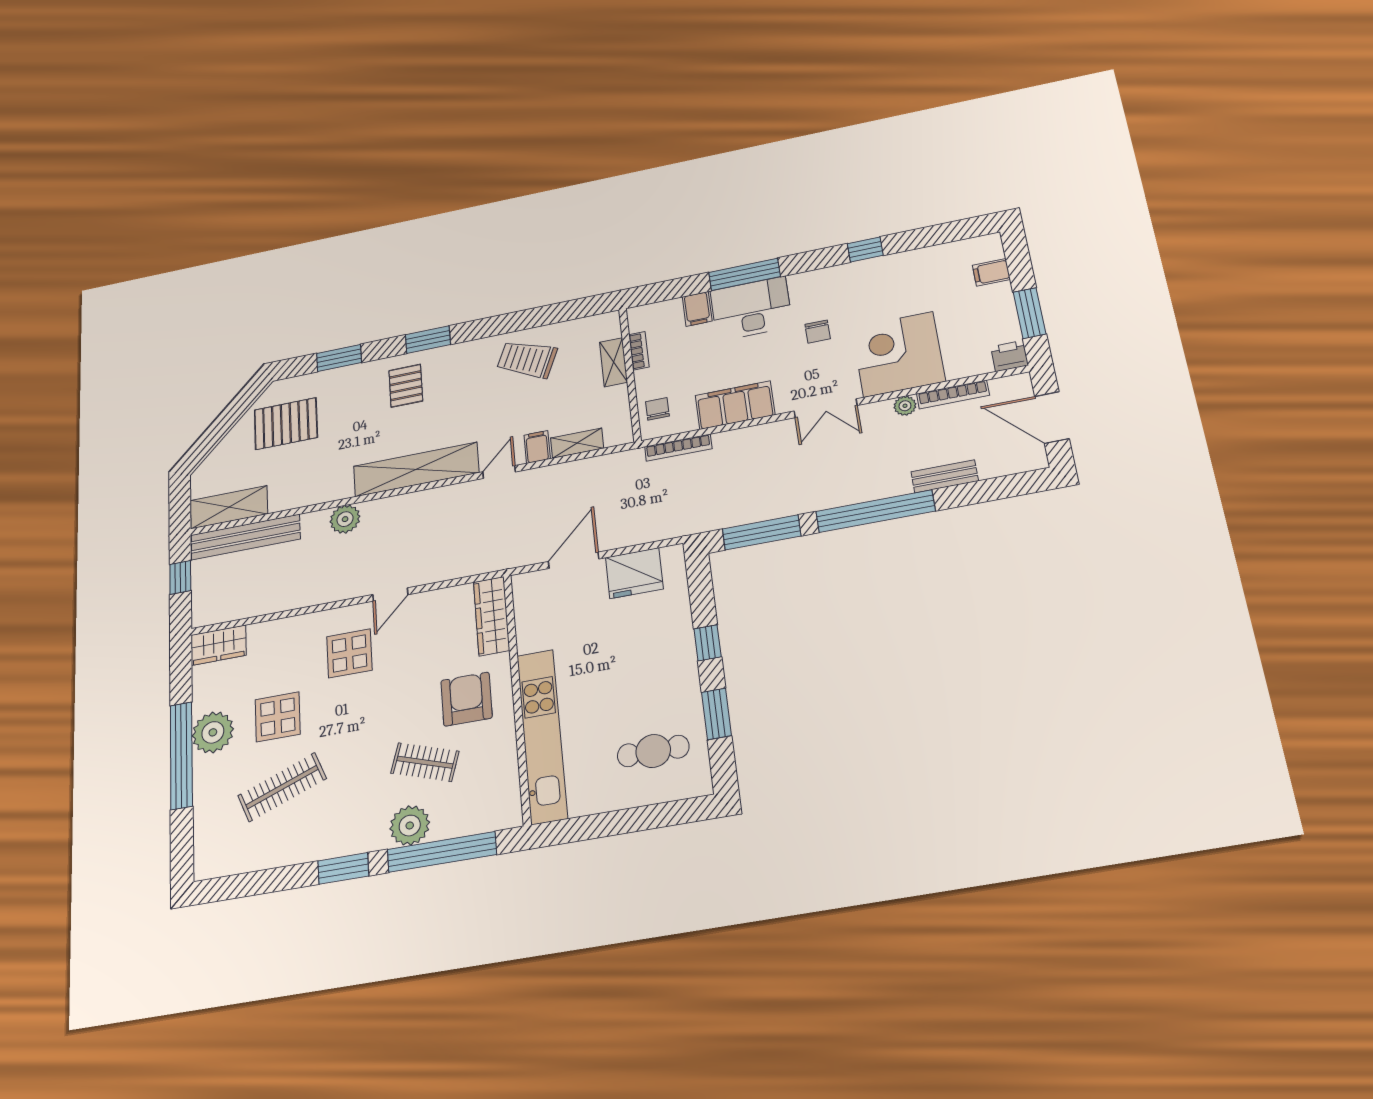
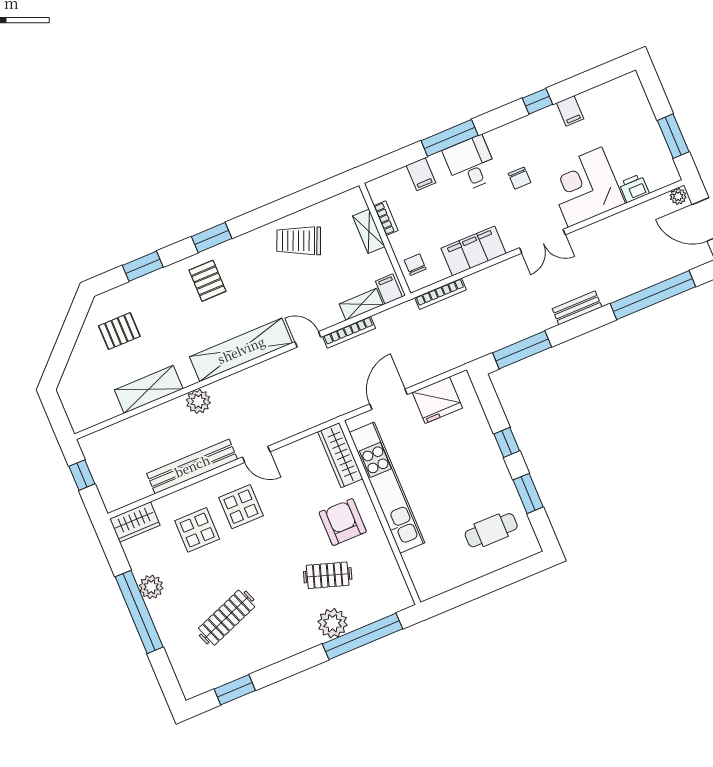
filing cabinet: (991, 272) -> (570, 111), moved, turned -90
desk: (751, 309) -> (471, 164), width x0.73
printer: (1009, 356) -> (634, 188), moved
bookcase: (953, 395) -> (349, 332), moved
plant: (905, 406) -> (678, 196), moved
pallet: (286, 424) -> (119, 331), width x0.67, depth x0.71
filing cabinet: (537, 447) -> (389, 289), moved
door: (499, 472) -> (308, 339), hinge flipped
bench: (945, 476) -> (577, 308), moved
shelving: (229, 507) -> (149, 389), moved
window: (875, 511) -> (653, 295), moved
bench: (246, 537) -> (192, 466), moved
door: (390, 595) -> (256, 454), hinge flipped
display table: (278, 717) -> (197, 530), moved
plant: (213, 732) -> (151, 587), width x0.73, depth x0.73
kitchen unit: (542, 736) -> (387, 488), moved
window: (343, 868) -> (235, 690), moved

